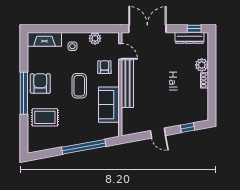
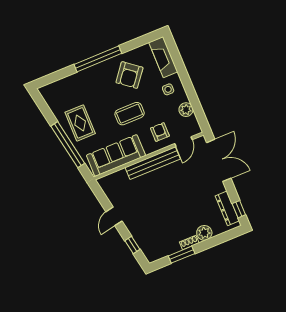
armchair: (104, 67) -> (160, 132), turned -90
armchair: (40, 83) -> (129, 75), moved, turned 128
window: (212, 91) -> (182, 255), added
sofa: (109, 105) -> (116, 155), width x1.36
rug: (45, 117) -> (80, 123), moved

